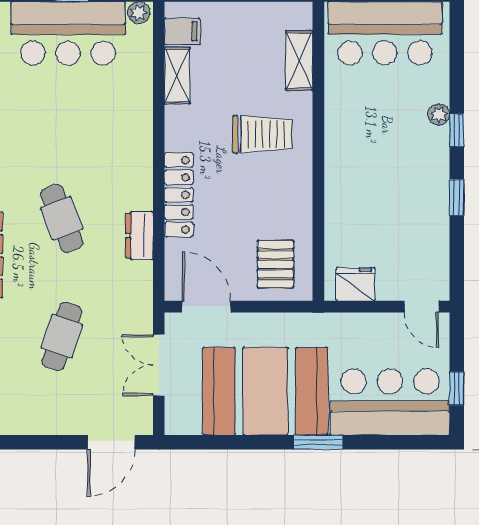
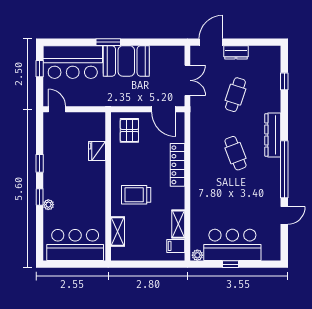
dresser: (139, 236) -> (236, 52), moved, turned 90
fridge: (355, 284) -> (97, 151), moved, turned 90
booth: (265, 391) -> (126, 61), width x0.73, depth x0.70

